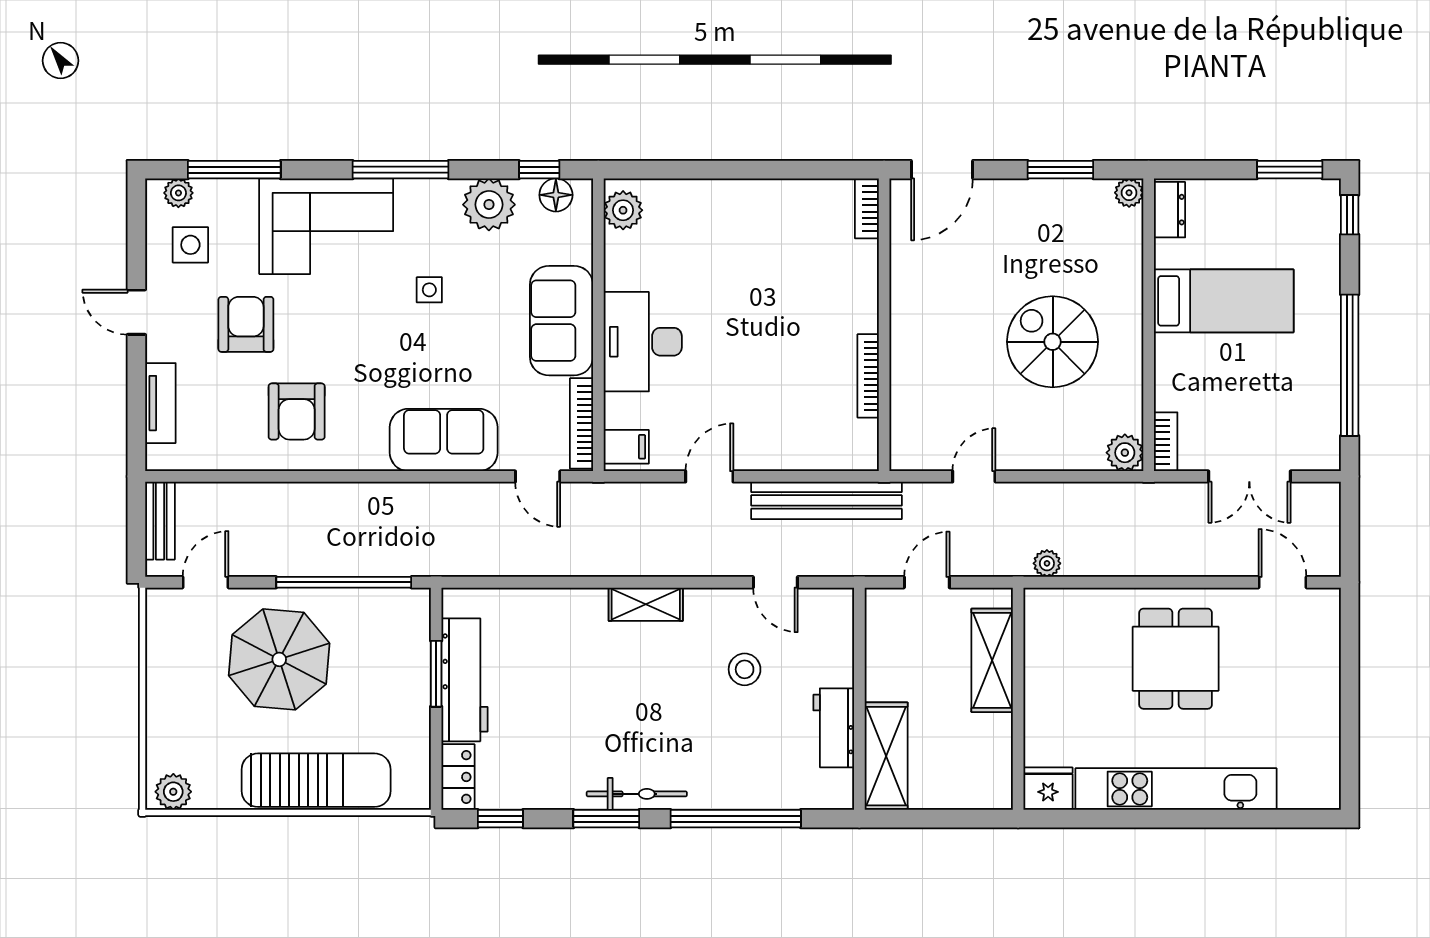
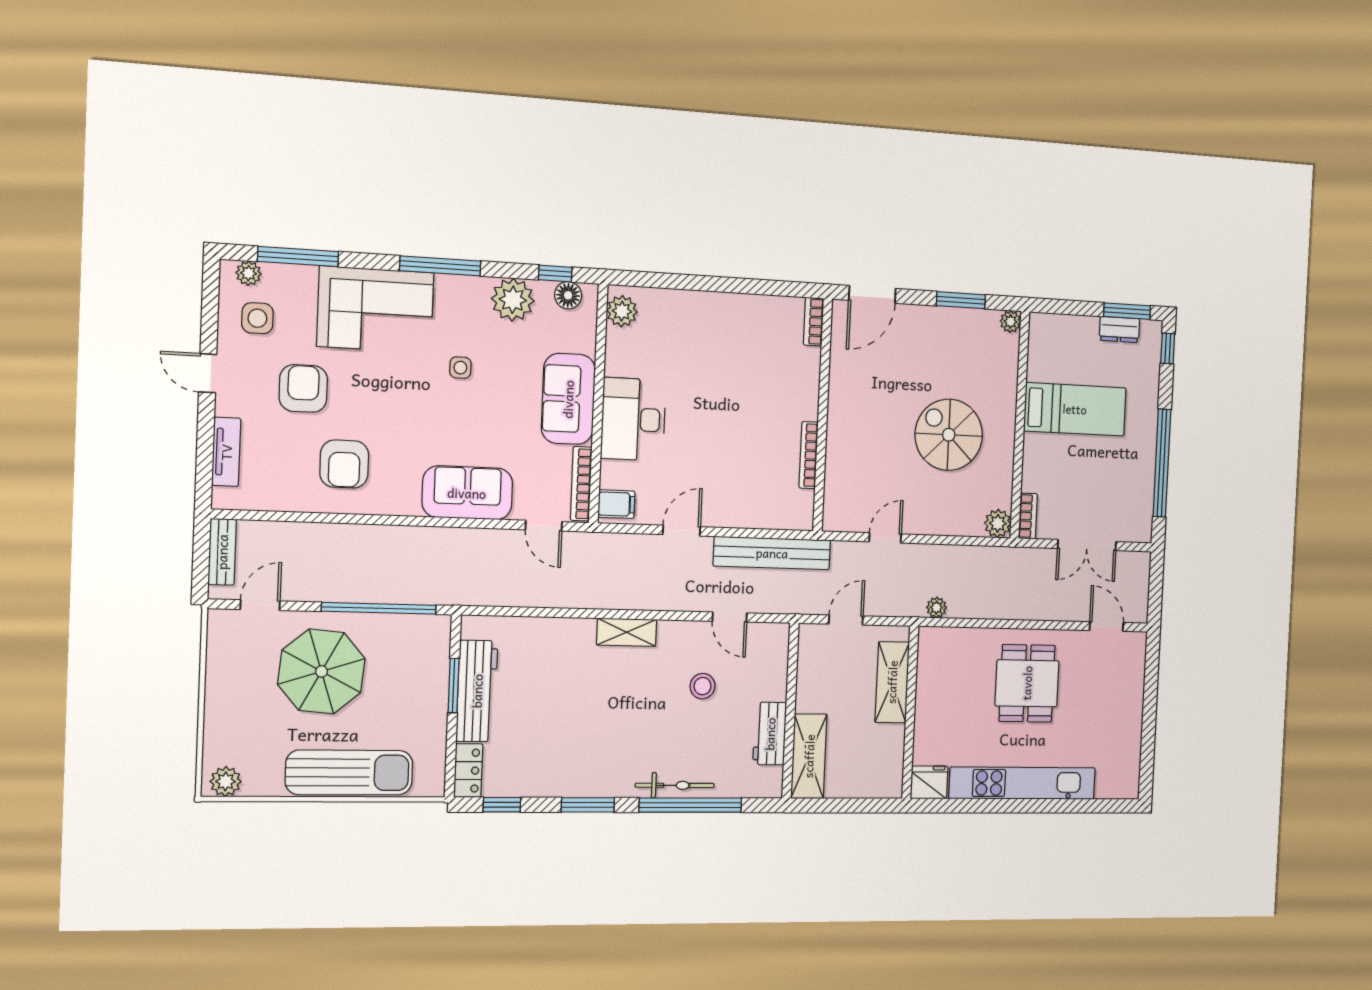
dresser: (1170, 210) -> (1119, 330), moved, turned 90
bicycle: (637, 794) -> (675, 785), moved

